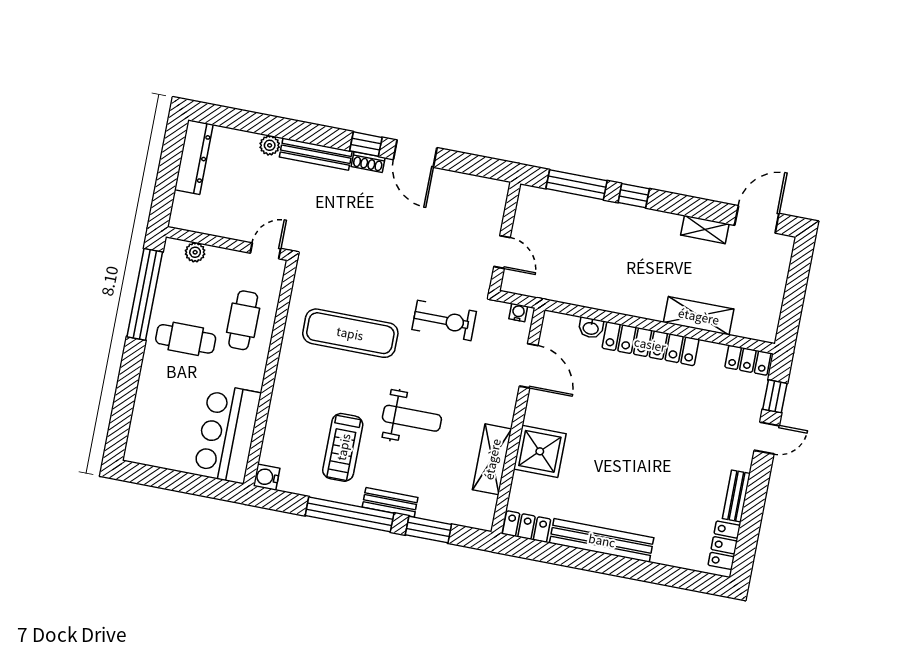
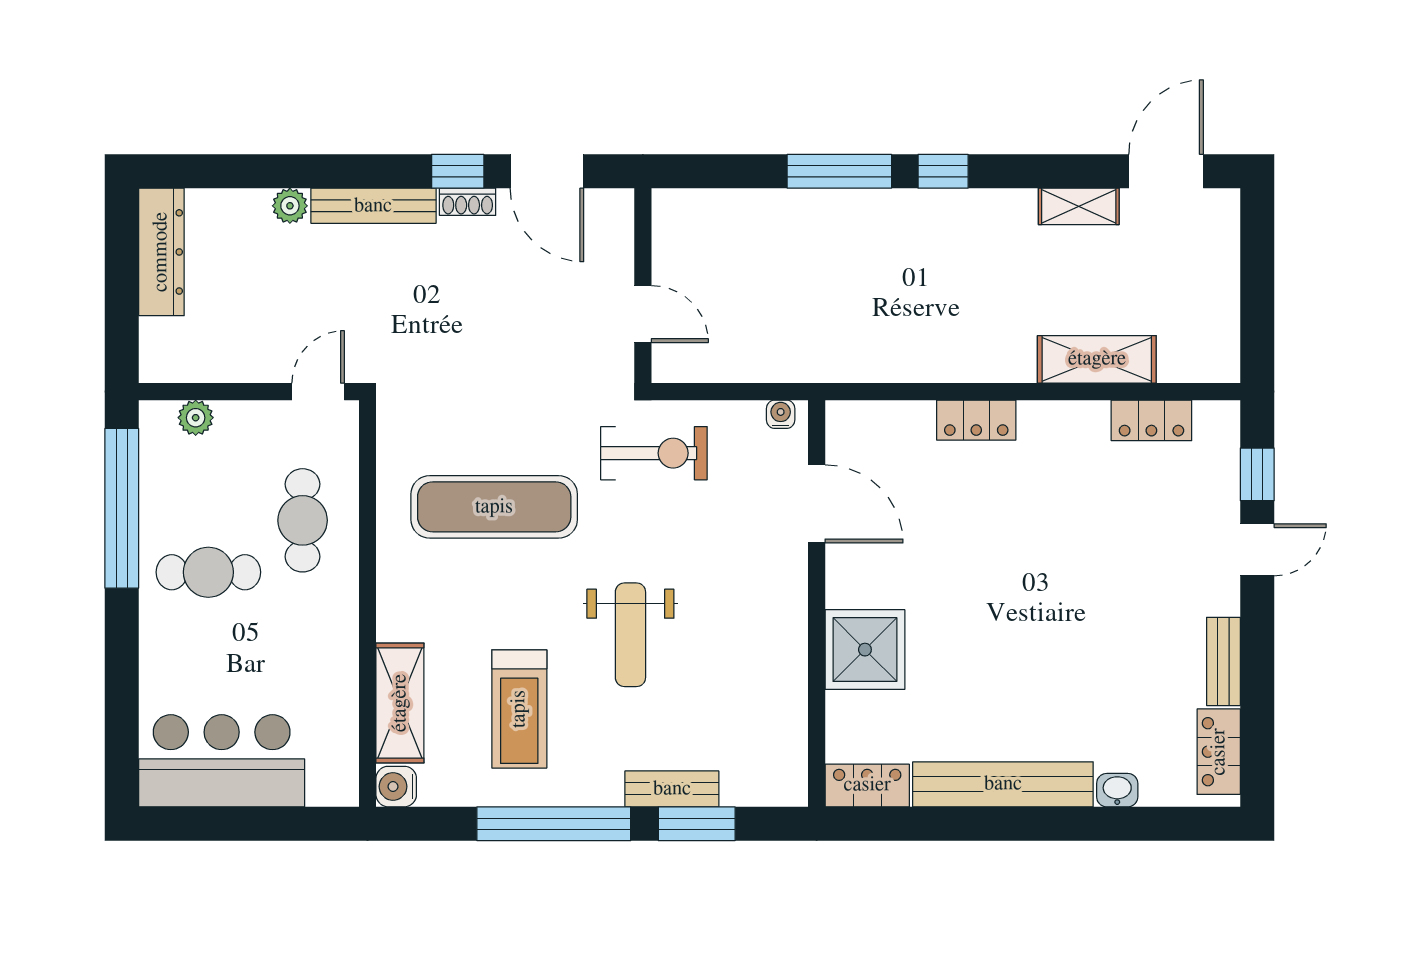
wall: (505, 236) -> (643, 286), moved
door: (502, 252) -> (643, 314), moved
washbasin: (591, 328) -> (1117, 790), moved, turned 180
locker: (650, 344) -> (976, 420), width x0.46, depth x0.83
locker: (748, 360) -> (1151, 420), moved
weight bench: (412, 418) -> (630, 635), turned 90
bar counter: (227, 434) -> (222, 761), moved, turned 90
shelving: (492, 459) -> (400, 703), moved
bench: (390, 502) -> (672, 789), moved

